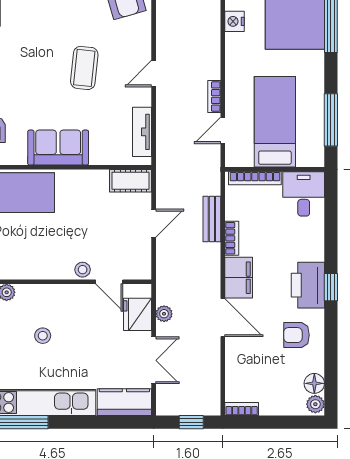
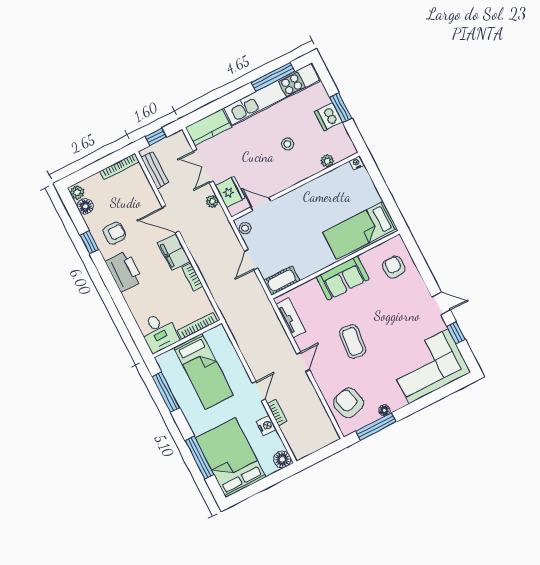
bookcase: (214, 97) -> (277, 413), moved
door: (223, 130) -> (259, 391), moved
bench: (212, 219) -> (155, 170), moved
stool: (83, 270) -> (245, 228), moved
window: (331, 287) -> (89, 242), moved
bookcase: (242, 409) -> (120, 167), width x1.56

